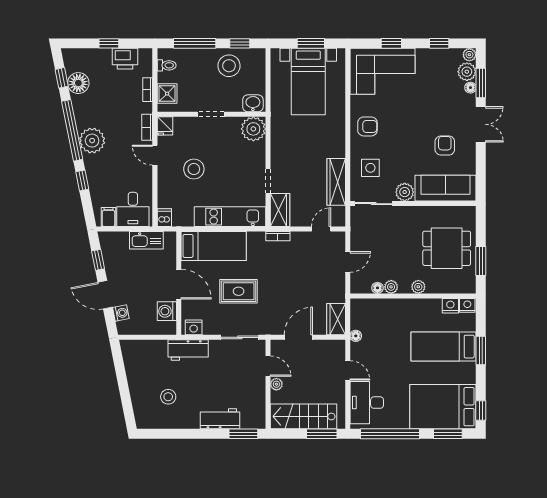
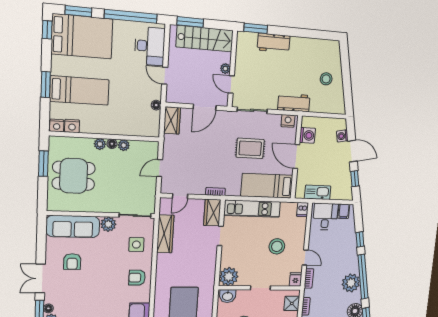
plant: (92, 141) -> (351, 283), moved
floor lamp: (377, 288) -> (112, 144), moved
stool: (168, 397) -> (326, 79), moved

